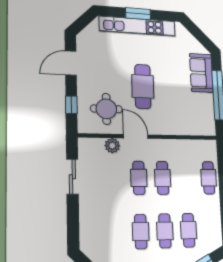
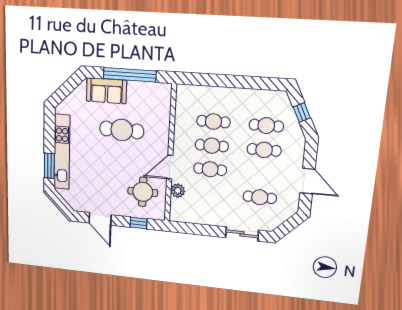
window: (138, 14) -> (49, 166), moved
cafe table: (143, 86) -> (122, 130), moved
sliding door: (72, 177) -> (242, 234), moved
cafe table: (209, 178) -> (213, 122), moved
cafe table: (141, 232) -> (260, 197), moved

